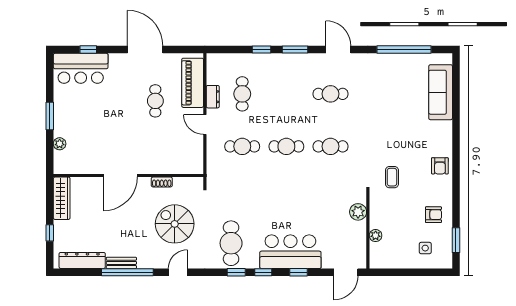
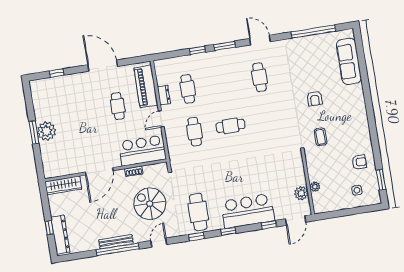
bar counter: (81, 68) -> (142, 151), moved, turned 180
cafe table: (330, 94) -> (260, 77), turned 90
door: (205, 125) -> (161, 119), hinge flipped
plant: (60, 144) -> (46, 131), moved, width x1.88, depth x1.88
cafe table: (242, 146) -> (195, 132), turned 90
cafe table: (330, 146) -> (266, 120), removed
armchair: (440, 166) -> (315, 99), moved
wardrobe: (62, 198) -> (63, 185), moved, turned 90
plant: (358, 212) -> (301, 193), moved
dresser: (82, 260) -> (60, 235), moved, turned 90
bench: (121, 263) -> (116, 242), width x1.36
window: (236, 272) -> (196, 237), moved
window: (299, 272) -> (269, 225), moved

